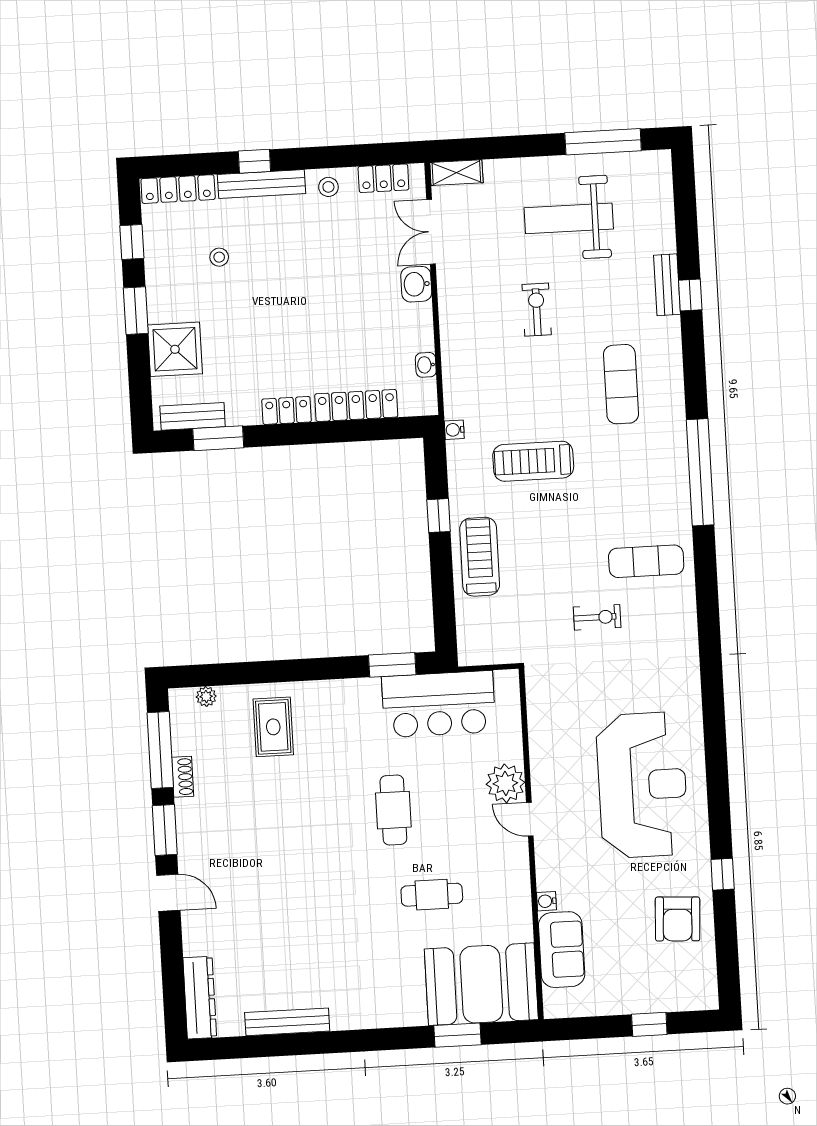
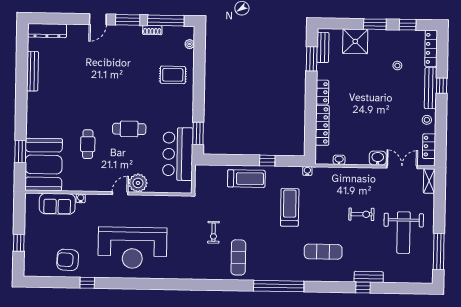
weight bench: (569, 218) -> (404, 233), turned 180

